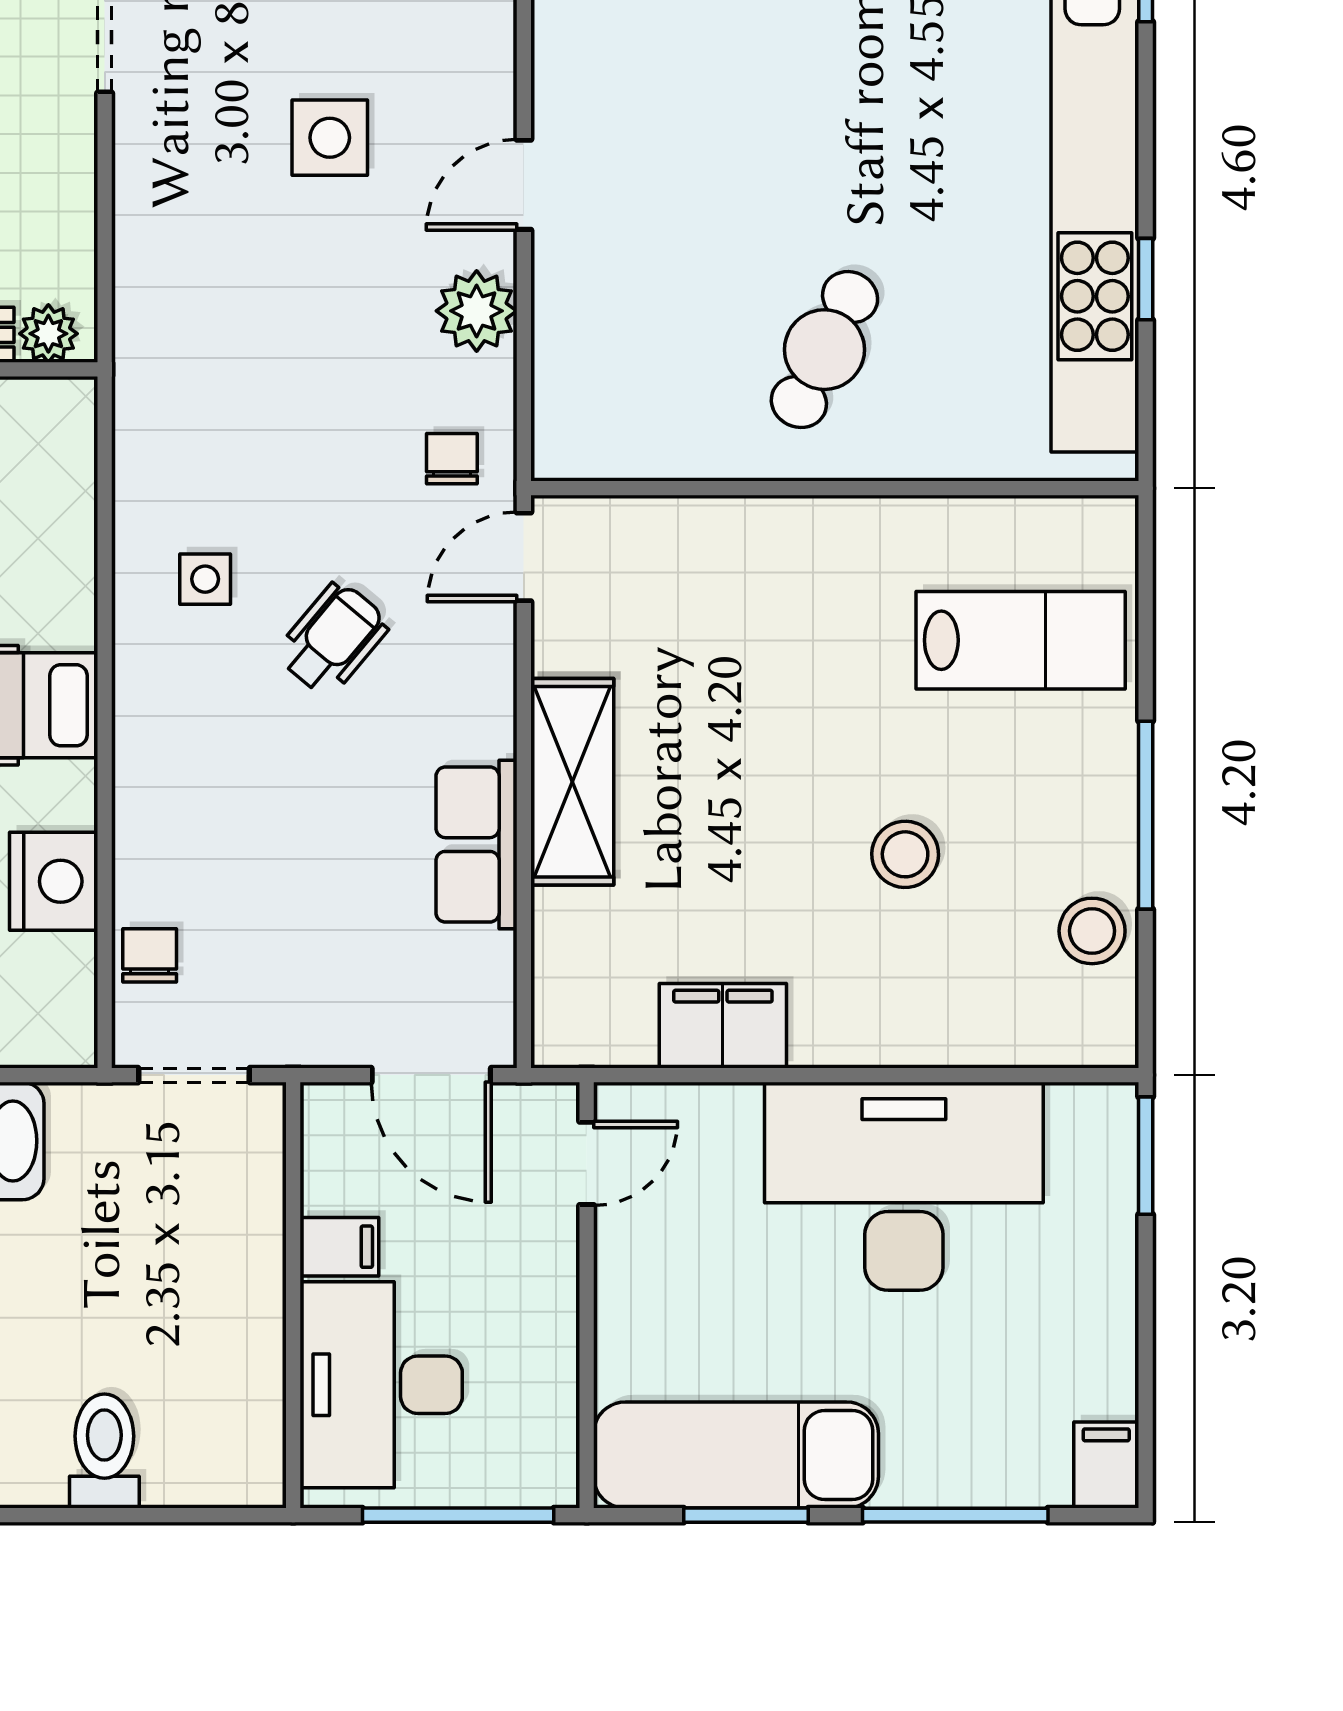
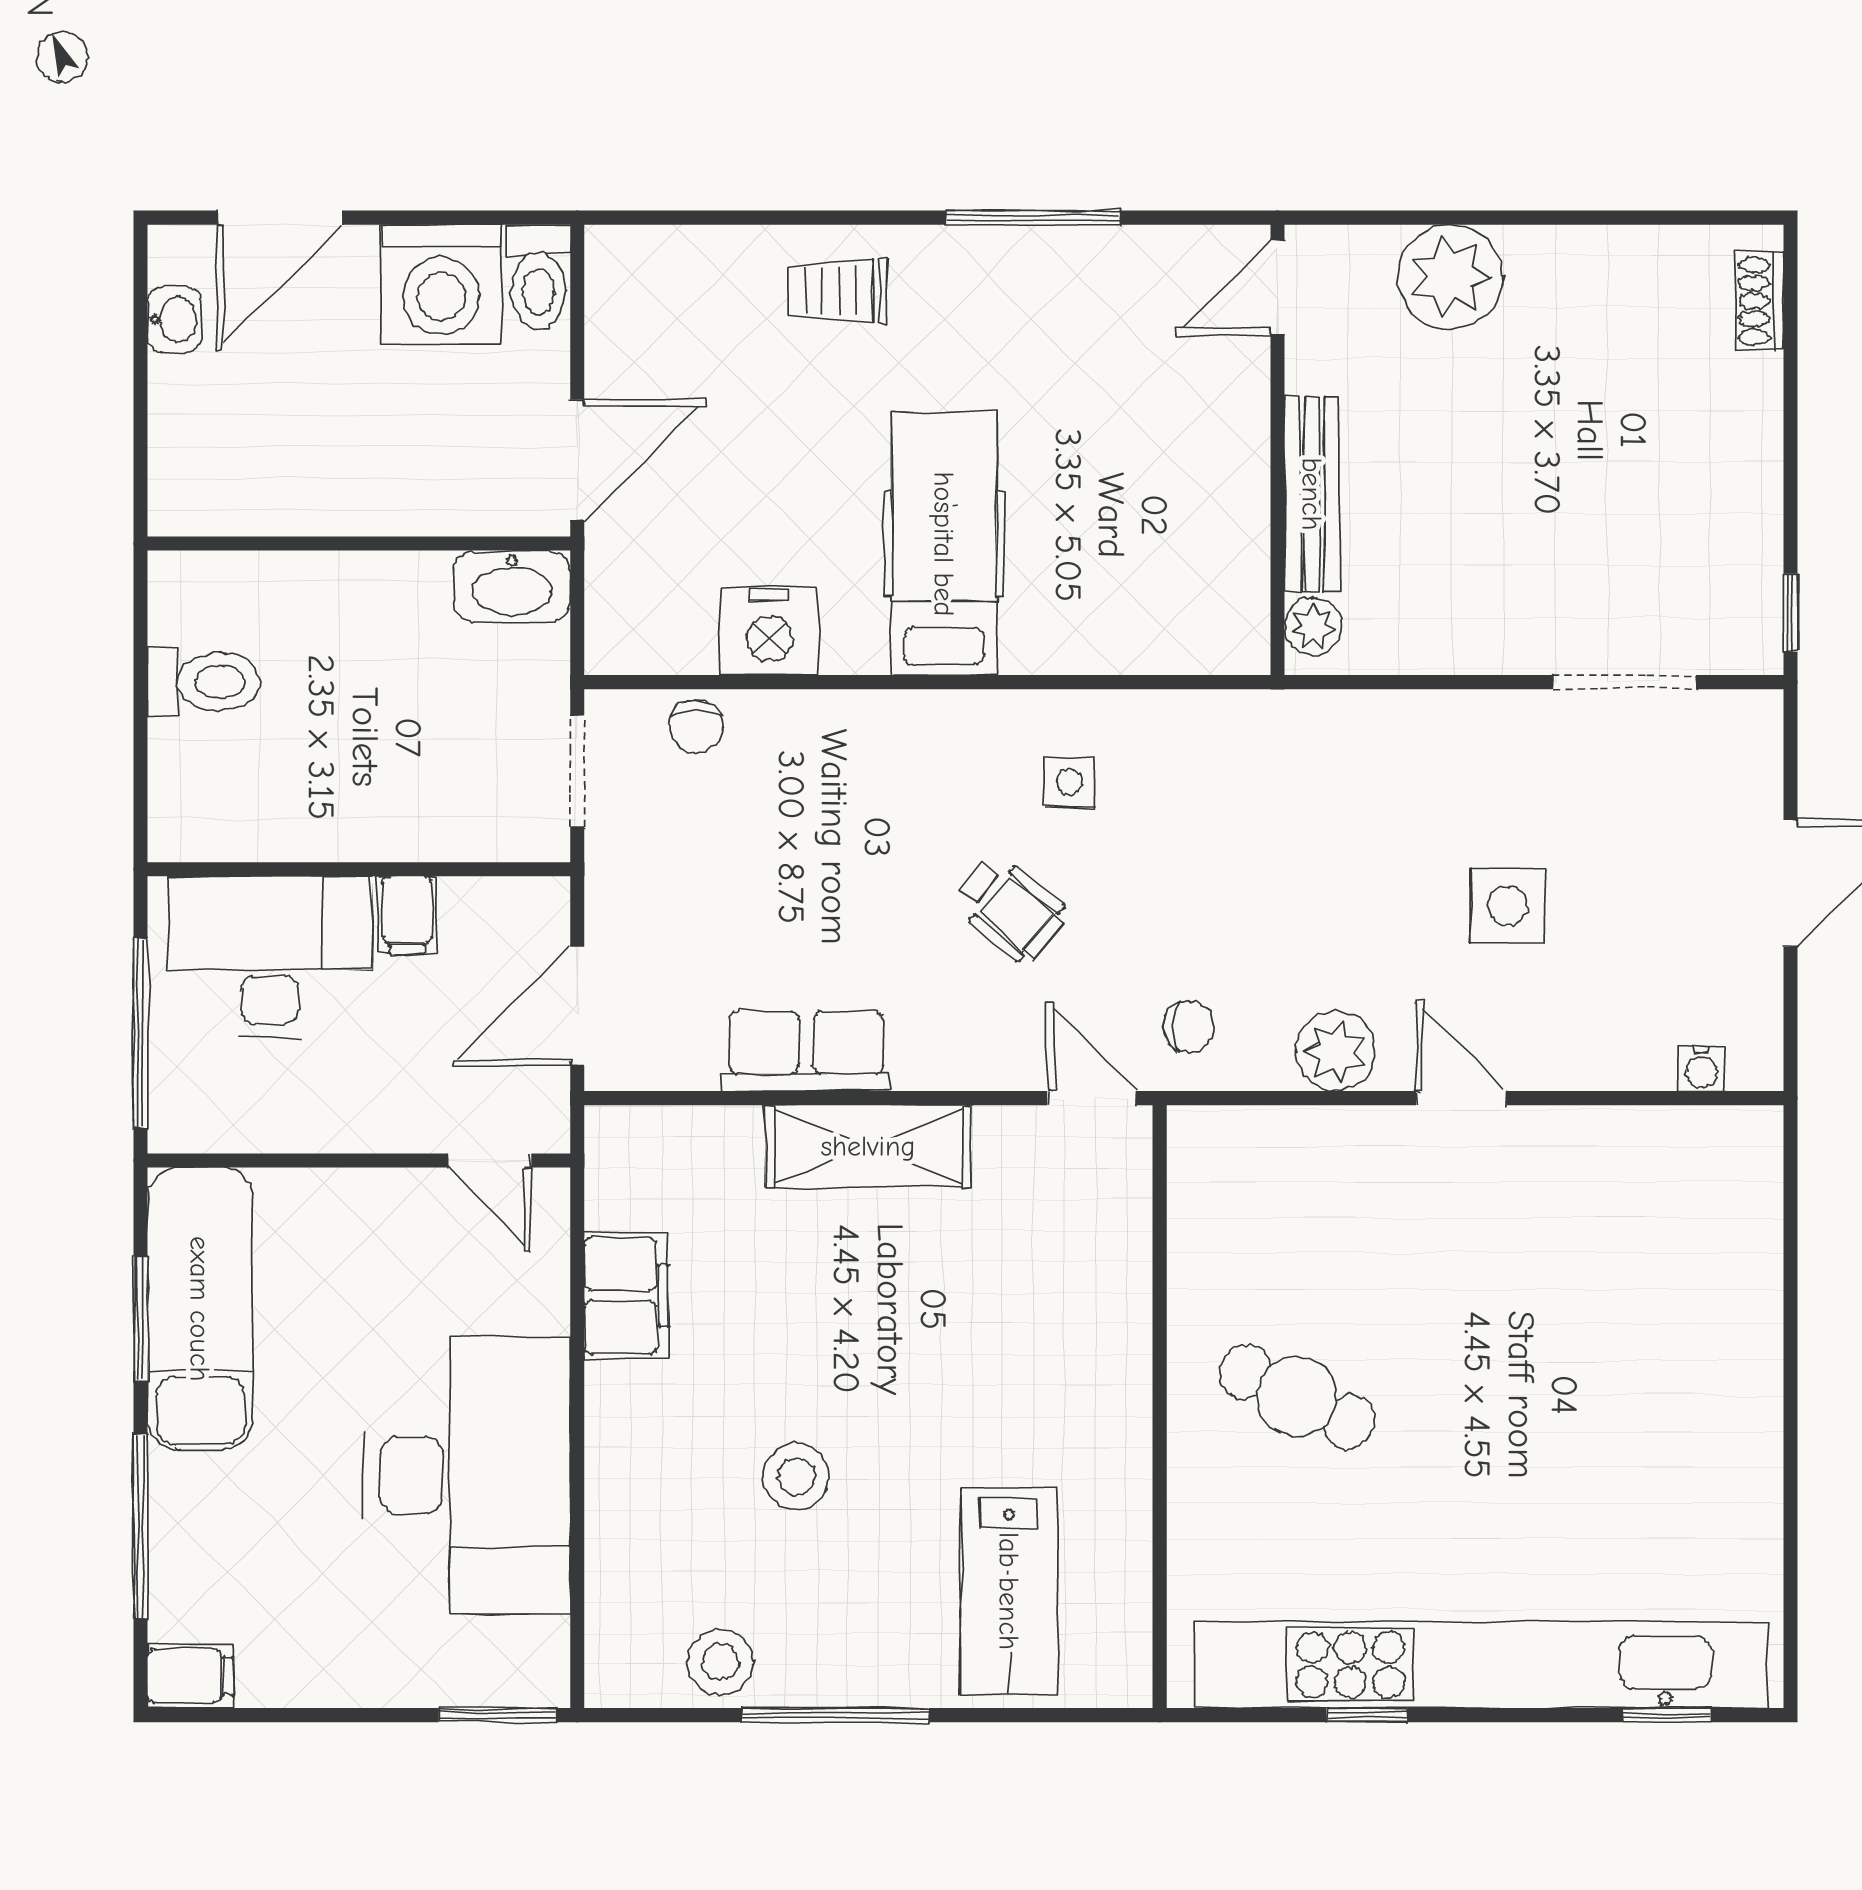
chair: (150, 955) -> (696, 727), turned 90

